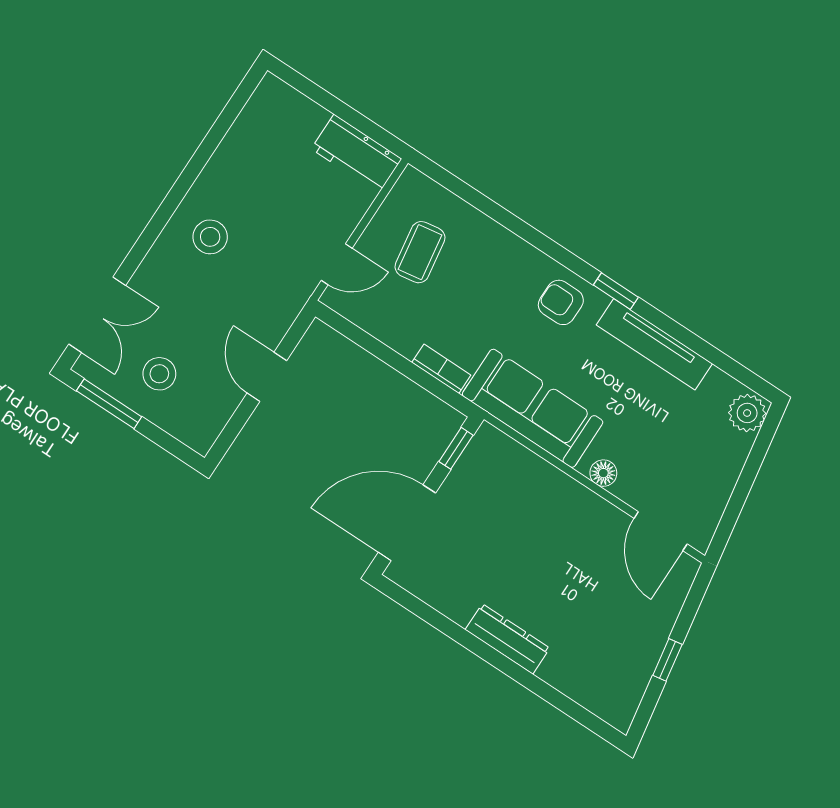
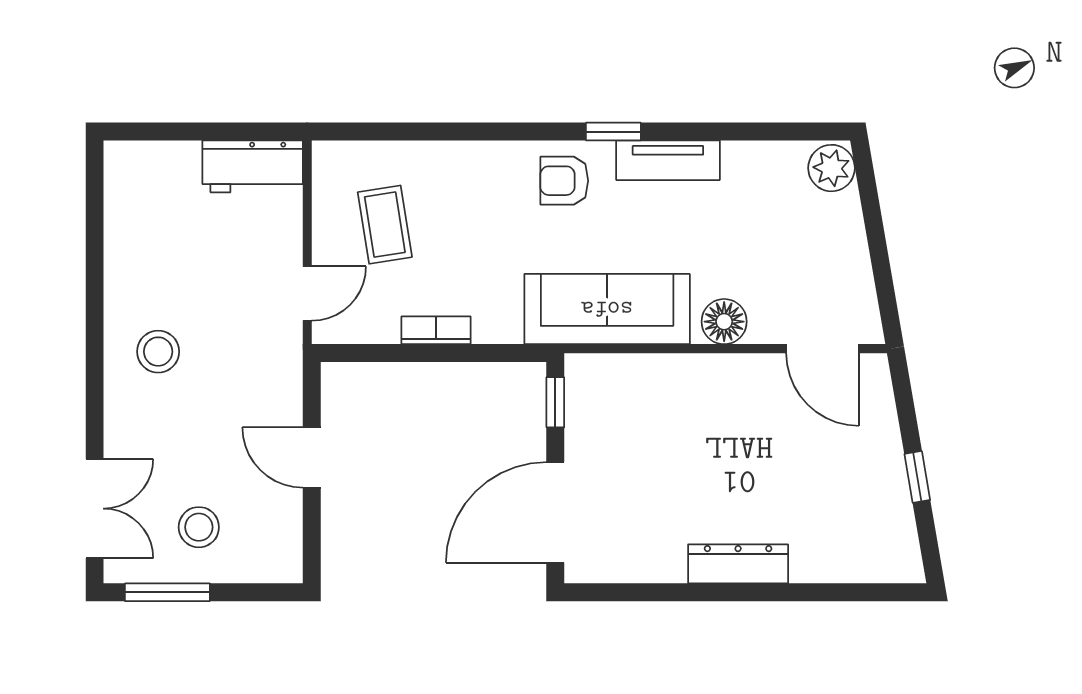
tv unit: (654, 344) -> (668, 160), width x0.71
bookcase: (441, 369) -> (436, 330), moved
floor lamp: (603, 473) -> (724, 322), width x1.37, depth x1.37

